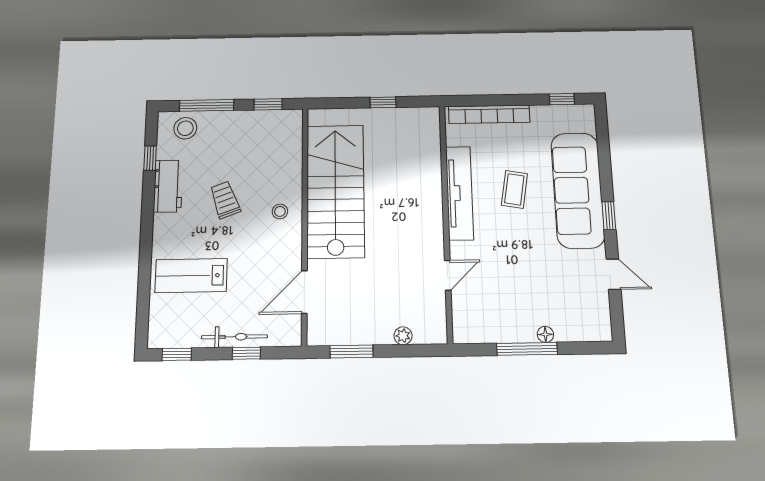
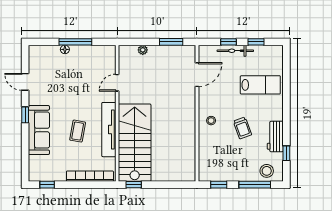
window: (383, 102) -> (134, 185), moved
sofa: (578, 190) -> (39, 130), width x0.74, depth x0.79
stairs: (335, 191) -> (135, 143), moved, turned 180
window: (177, 354) -> (256, 42), moved

